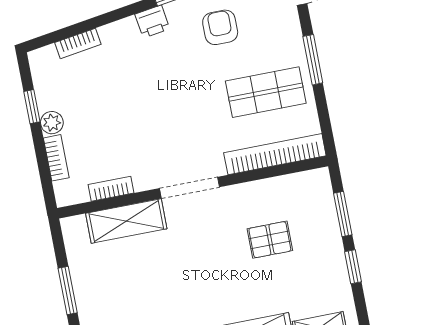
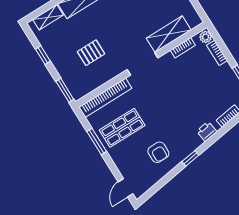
printer: (152, 22) -> (207, 131), moved
window: (313, 60) -> (97, 141), moved
plant: (52, 123) -> (206, 37), moved
window: (343, 214) -> (65, 90), moved

